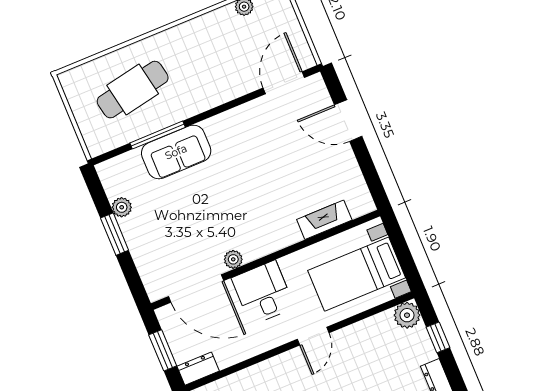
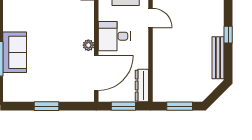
plant: (122, 207) -> (33, 96), removed
dresser: (198, 369) -> (142, 86), width x1.44

